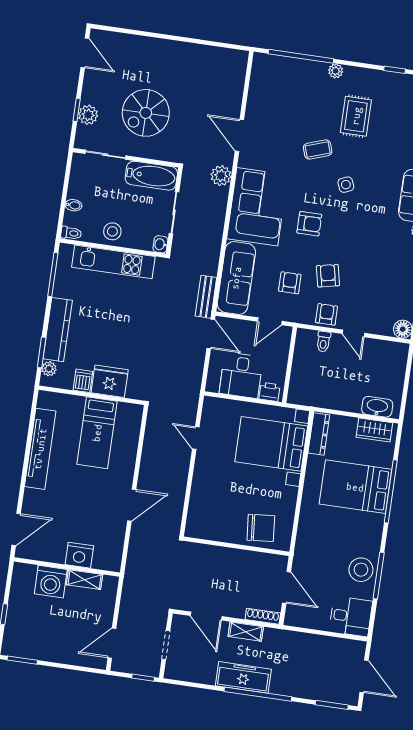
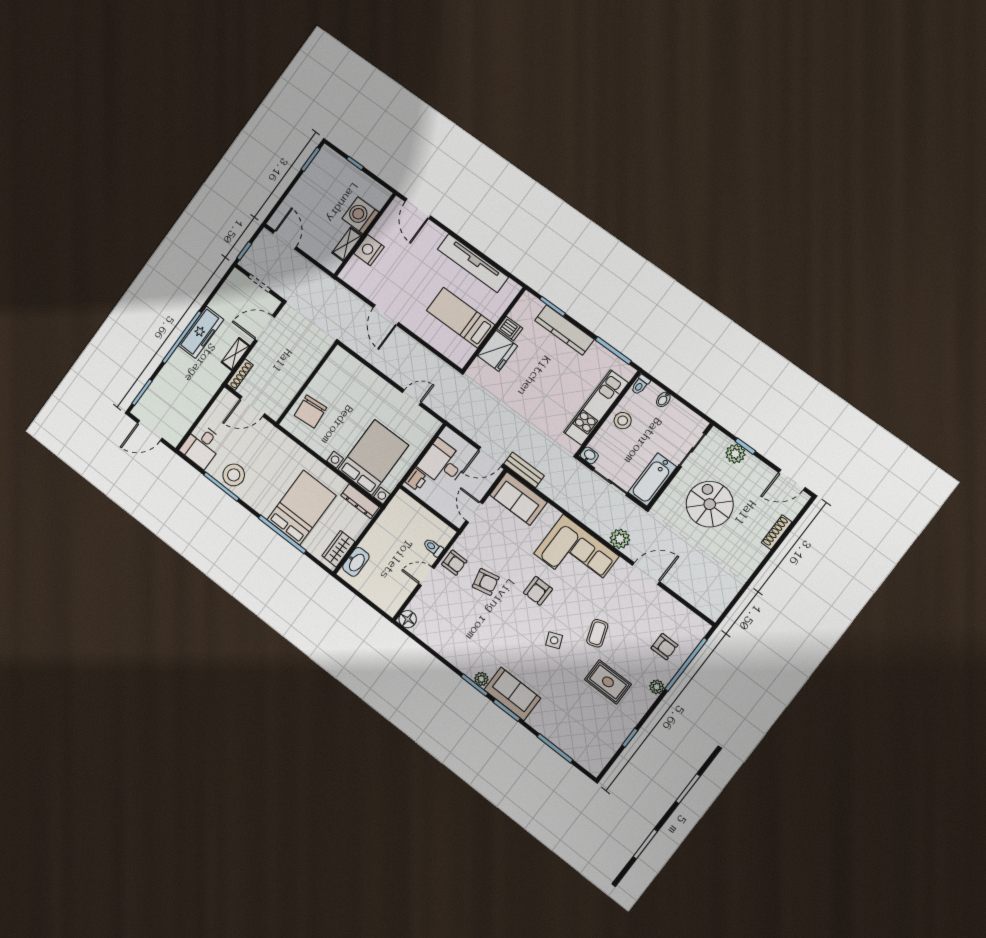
shoe rack: (139, 41) -> (777, 532), added
sofa: (236, 278) -> (518, 499), width x0.73
armchair: (290, 283) -> (664, 647), moved
plant: (49, 369) -> (535, 305), removed

